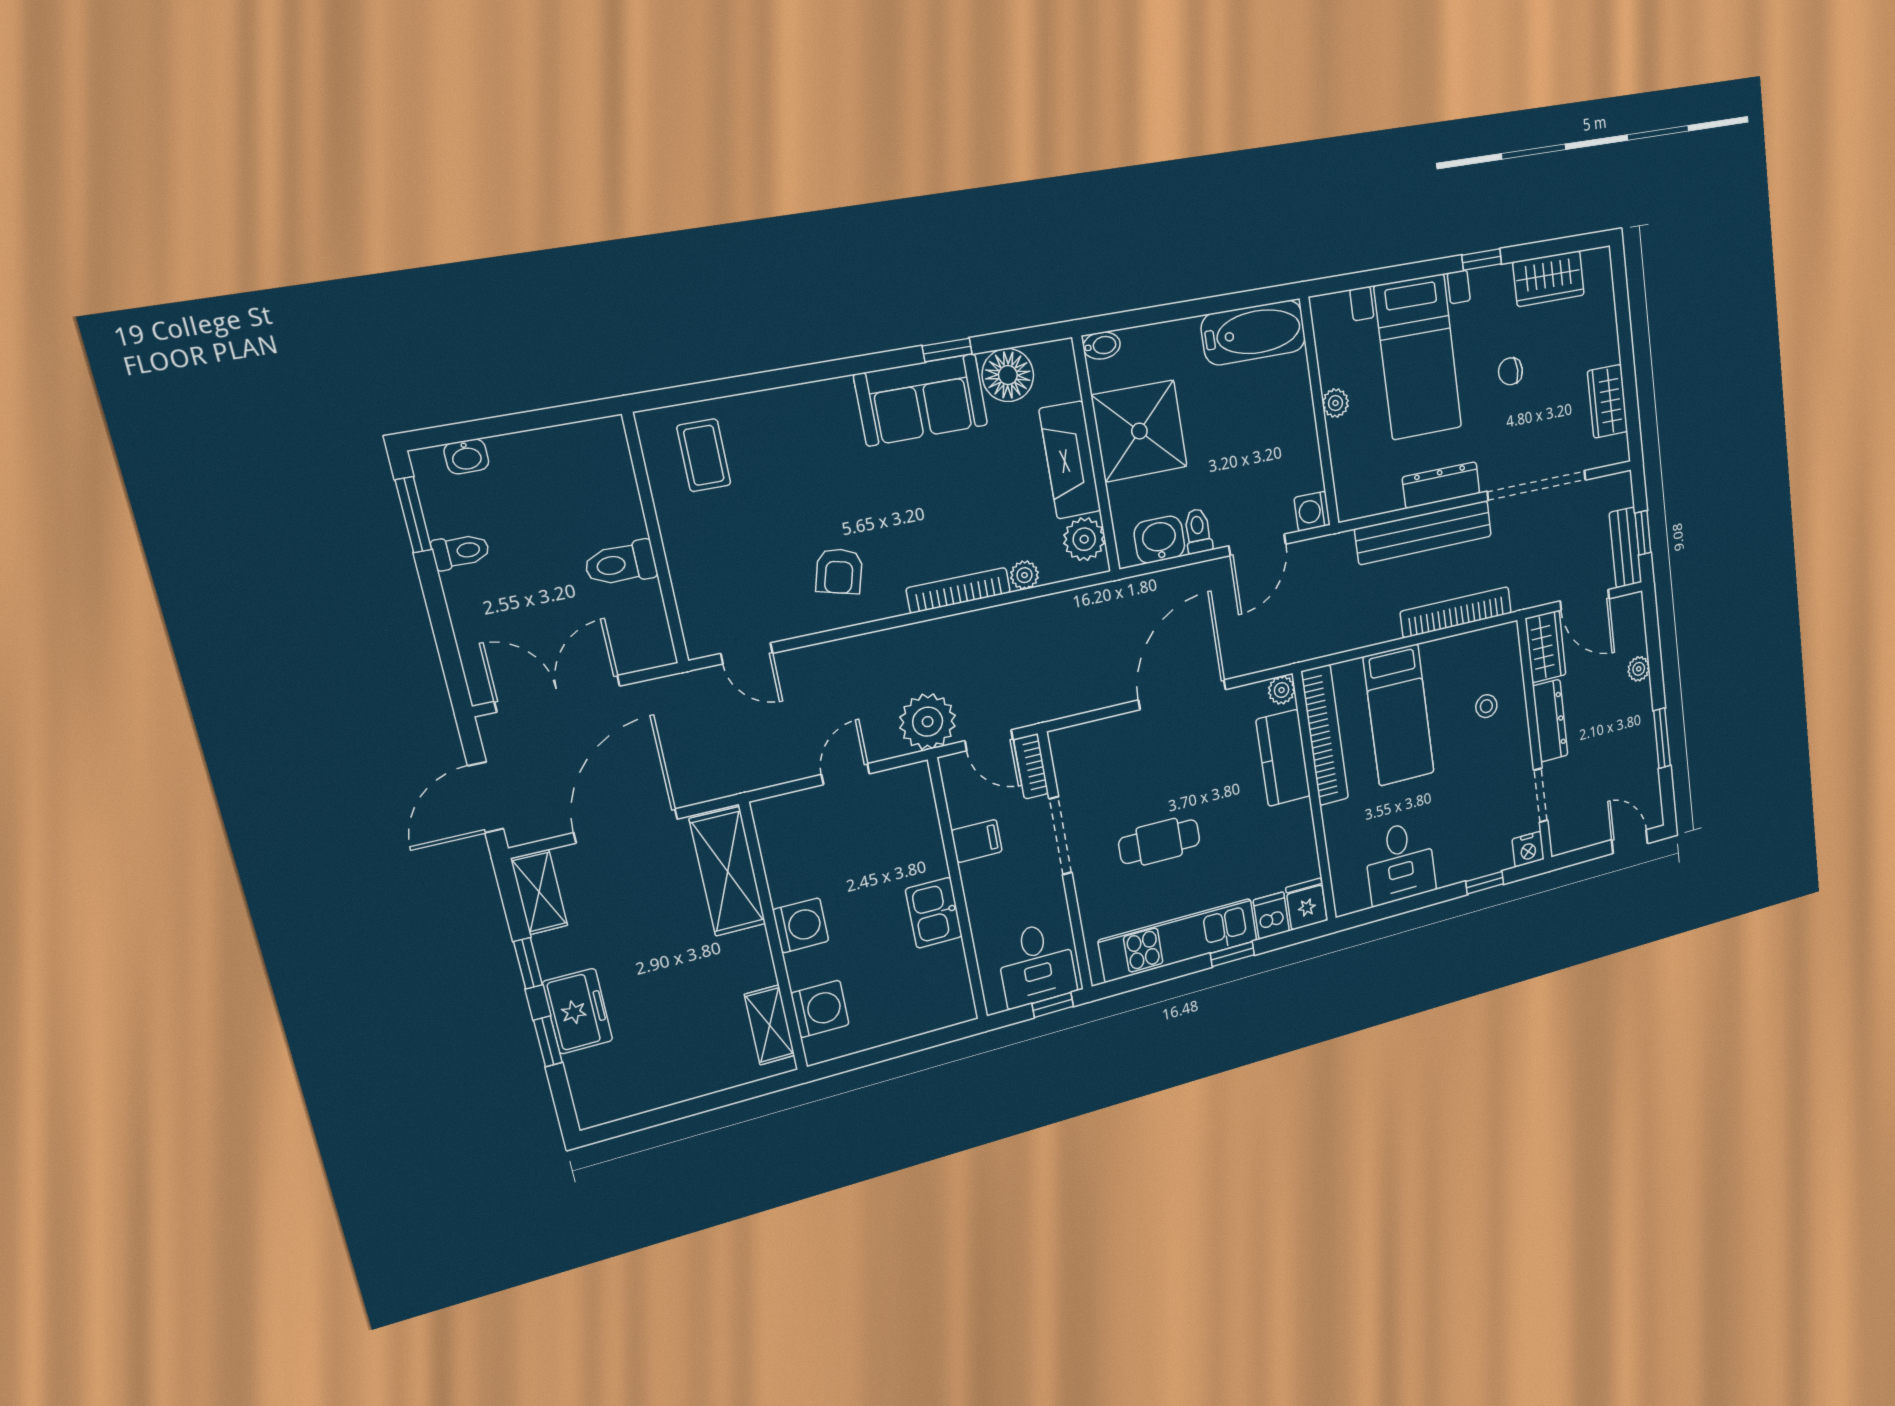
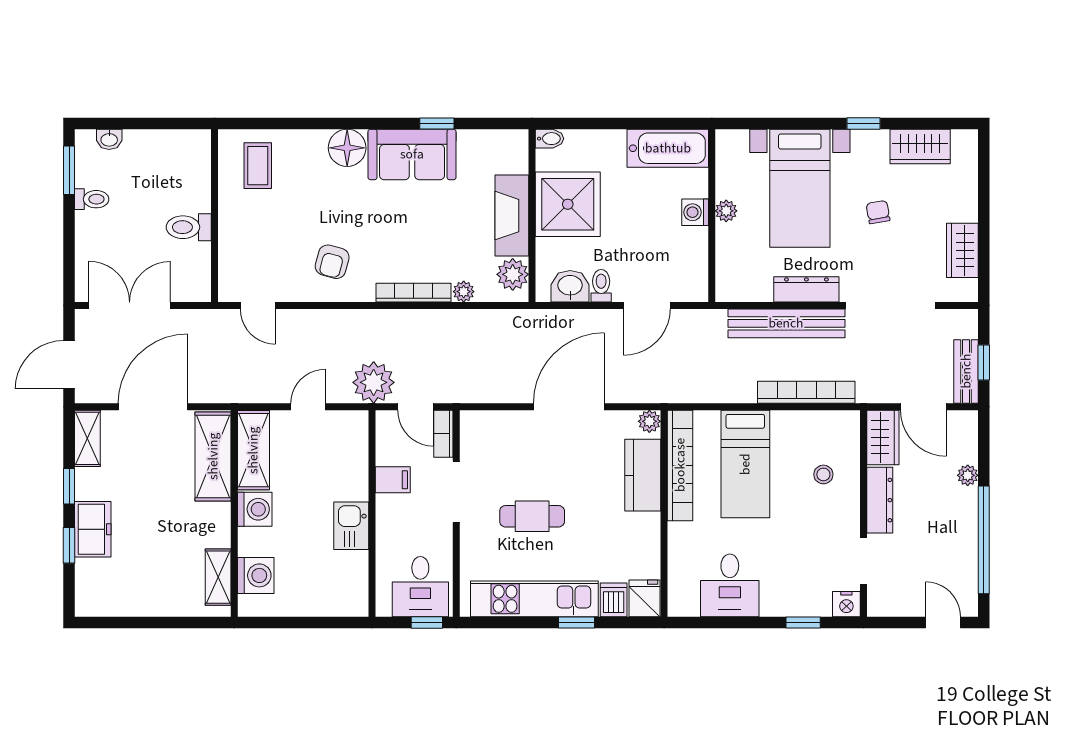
chair: (1510, 371) -> (878, 212), turned 80
floor lamp: (1008, 375) -> (347, 148), moved
washing machine: (1312, 511) -> (695, 212), moved
window: (1662, 738) -> (984, 540), width x2.11
shelving: (782, 849) -> (253, 450), added

